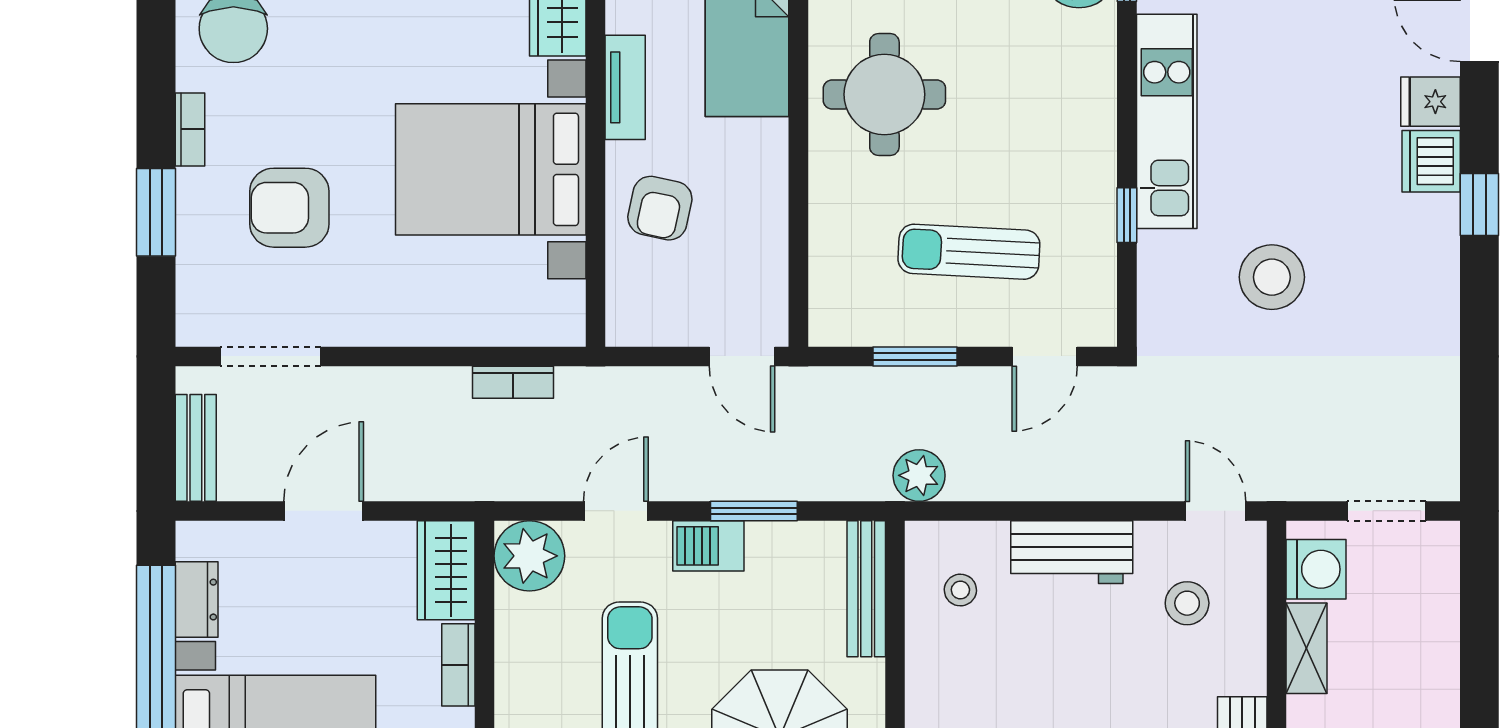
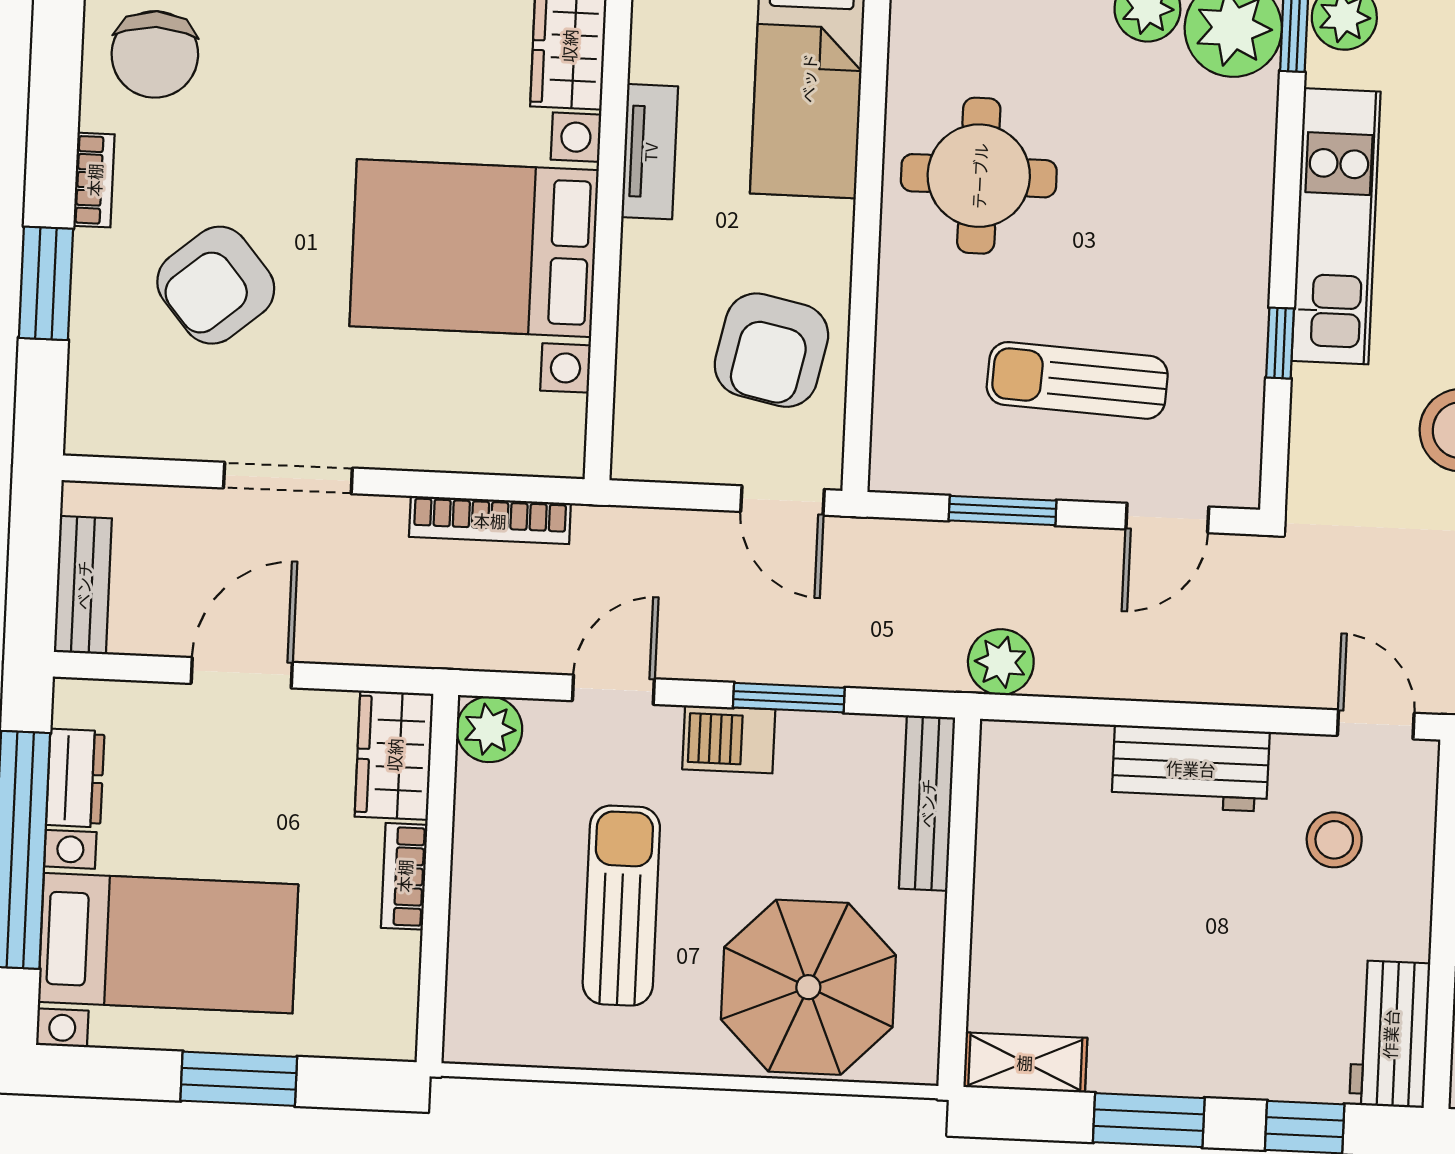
armchair: (289, 208) -> (216, 285), turned -40
armchair: (660, 208) -> (771, 350), moved, width x1.38, depth x1.38
doorway: (271, 356) -> (288, 478), moved
bookcase: (513, 382) -> (490, 520), width x1.56
plant: (529, 556) -> (489, 729), width x0.73, depth x0.73
stool: (960, 590) -> (1047, 810), removed

